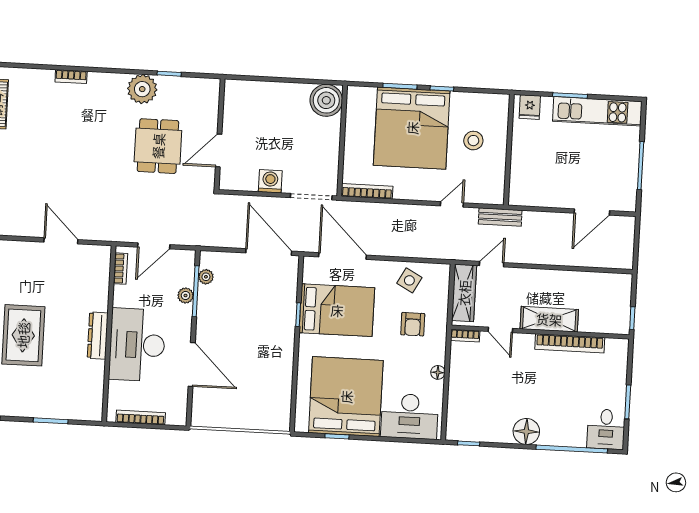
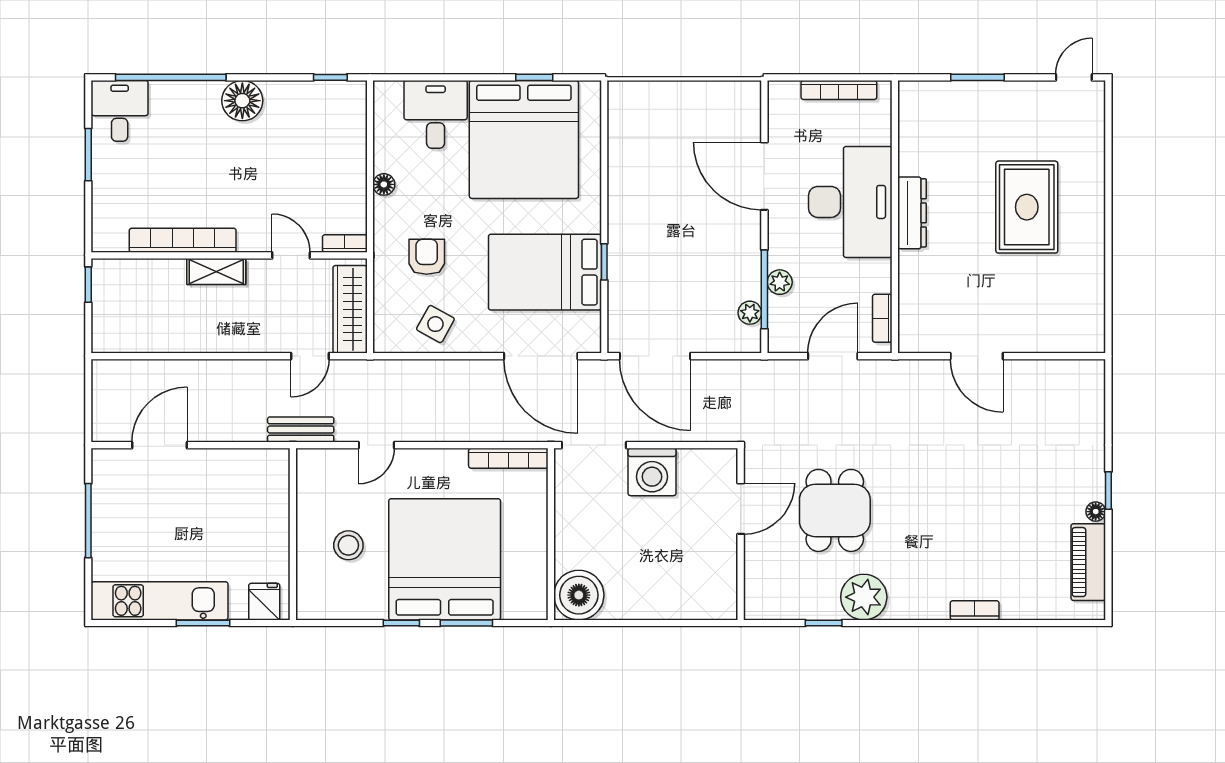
washing machine: (270, 181) -> (652, 472), width x1.37, depth x1.37
shelving: (549, 319) -> (216, 271), width x0.67, depth x0.75
desk: (410, 416) -> (436, 114), width x0.73

